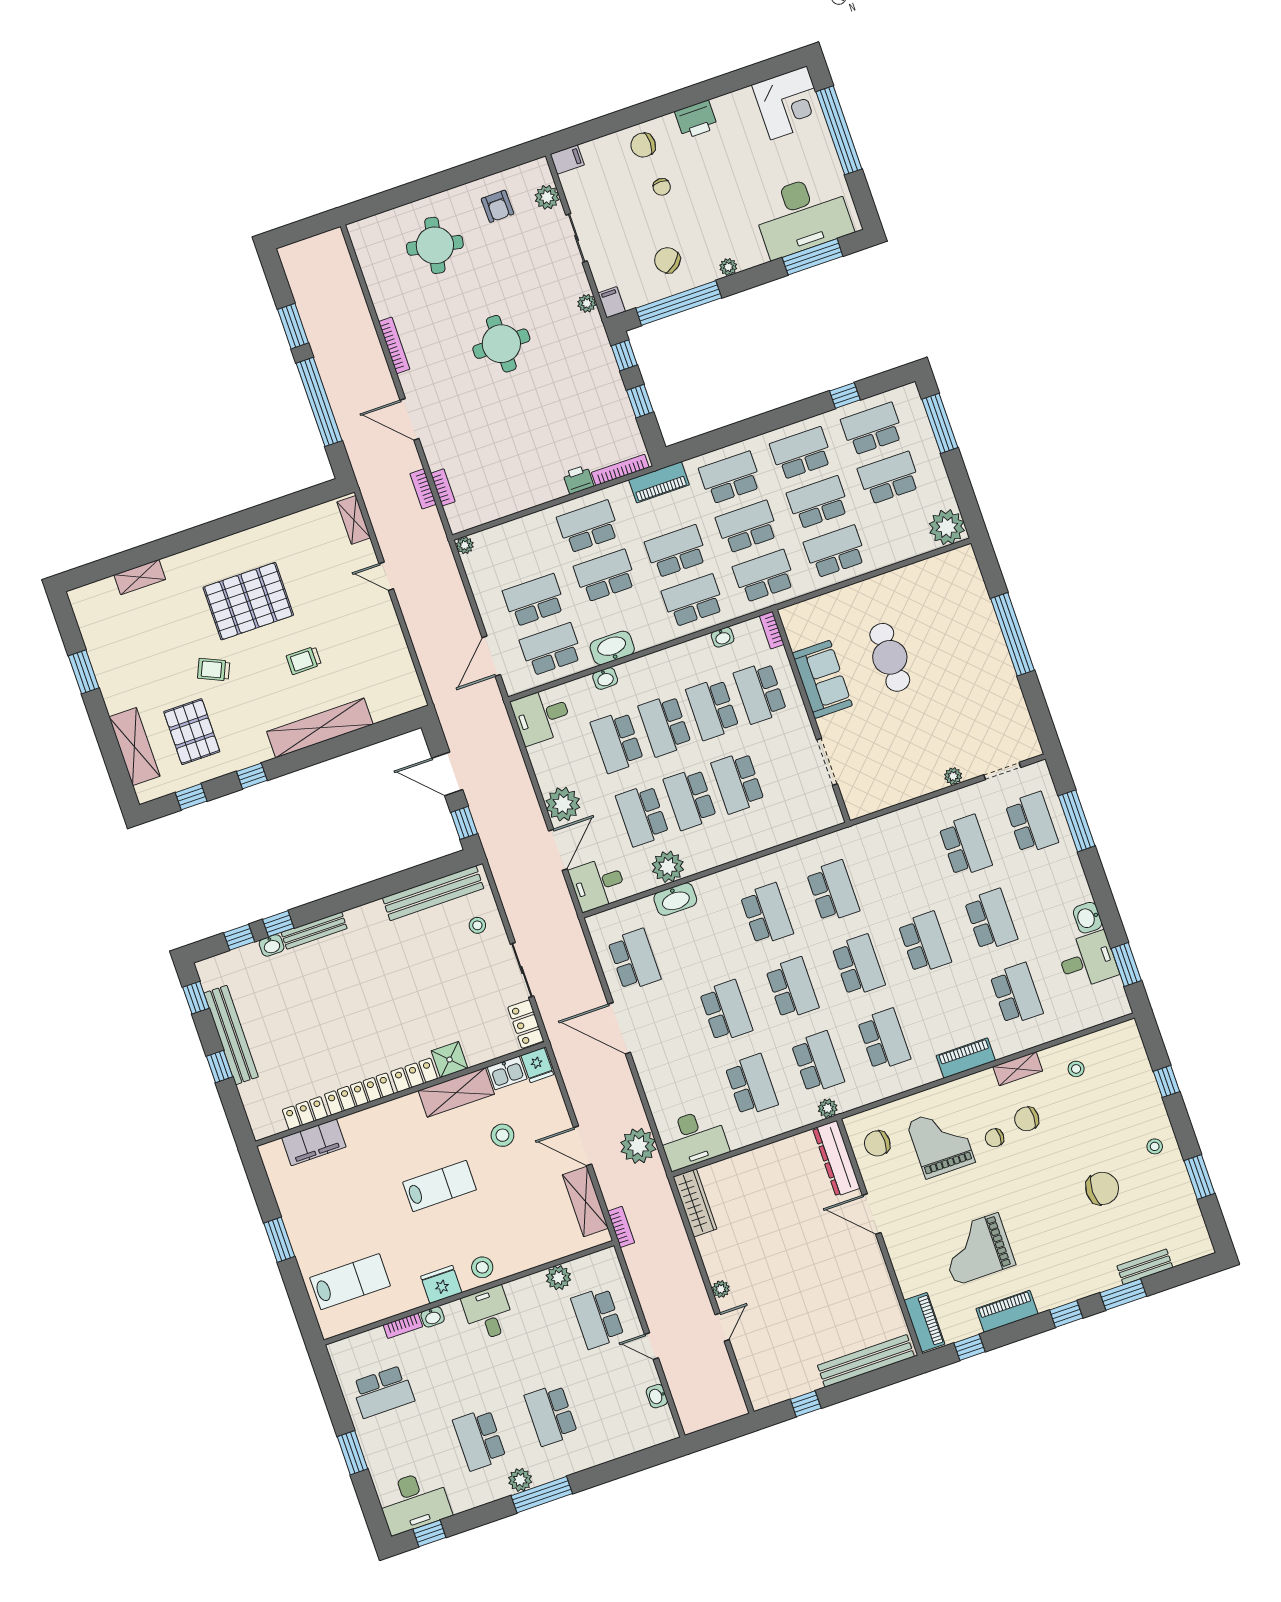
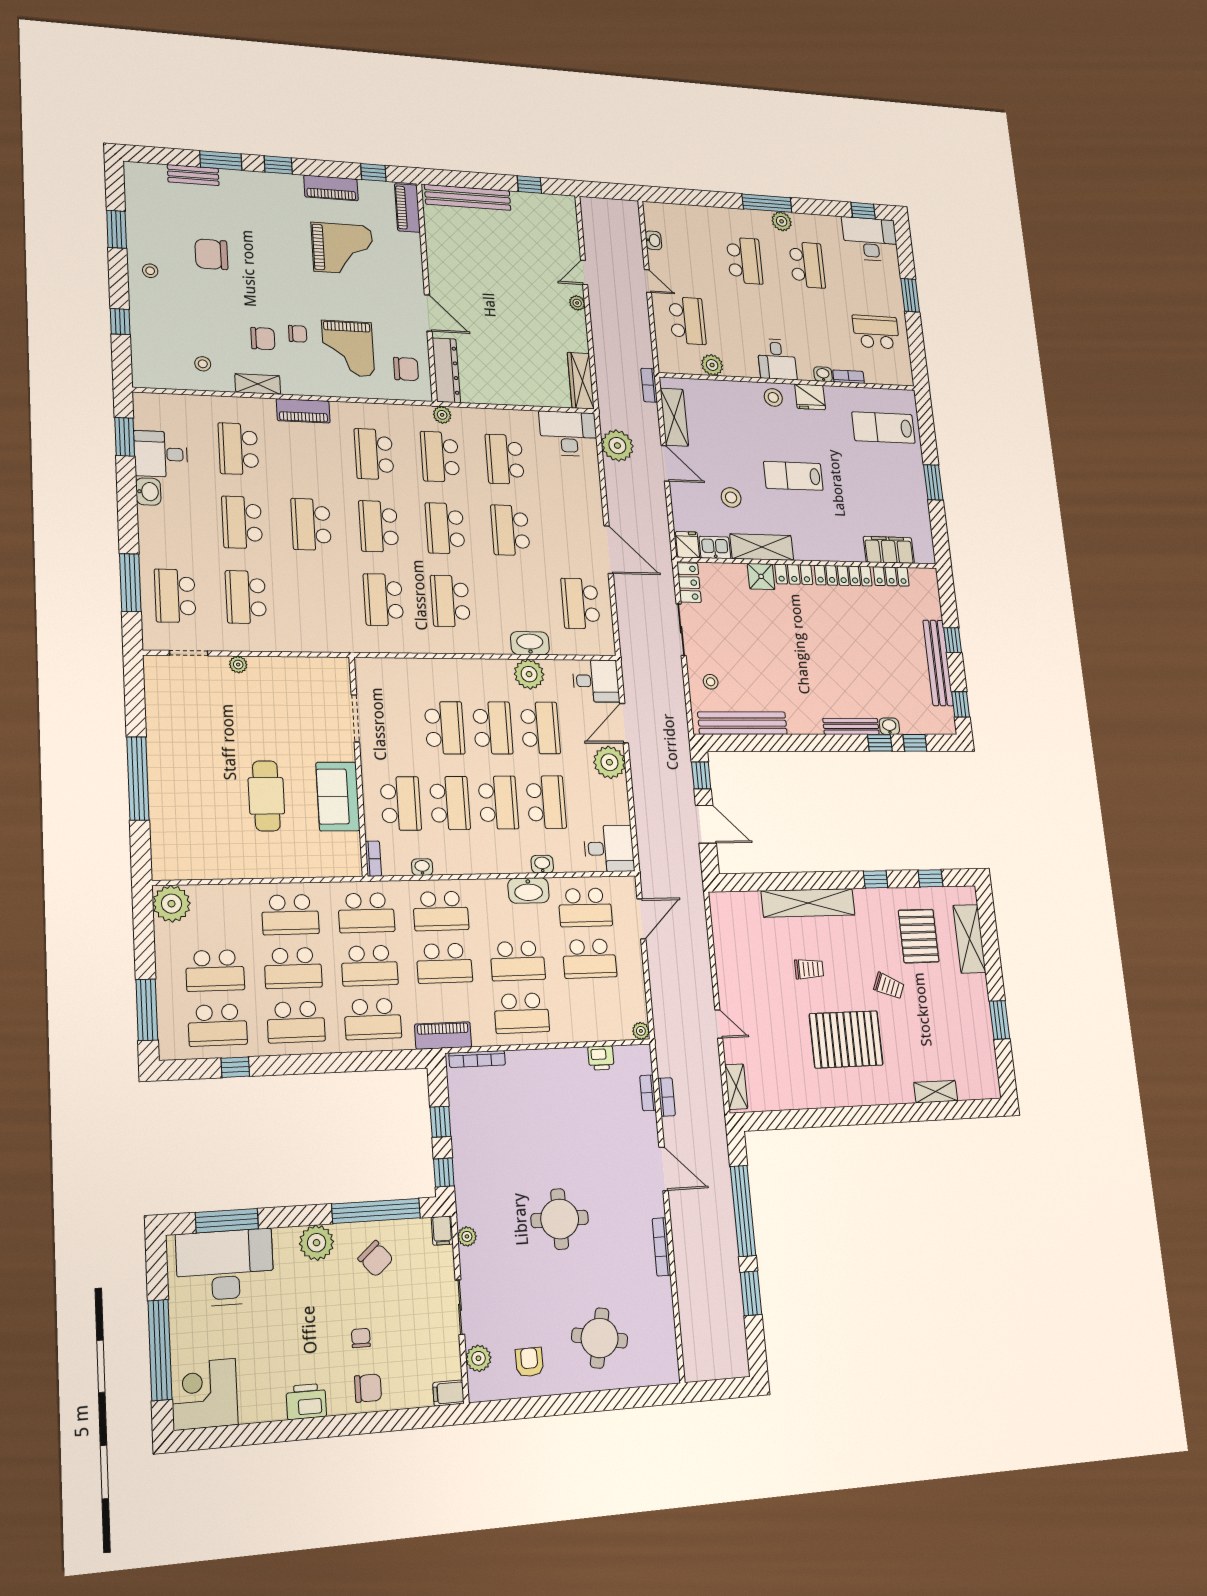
plant: (728, 267) -> (317, 1243), width x1.88, depth x1.88
printer: (578, 480) -> (601, 1058), moved

